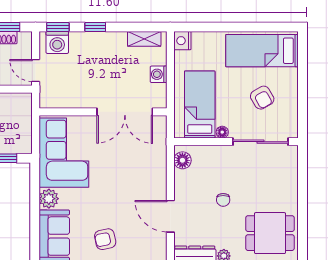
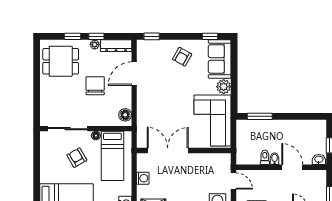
armchair: (262, 98) -> (77, 158), moved
chair: (223, 200) -> (95, 86), width x1.87, depth x1.87
door: (170, 216) -> (134, 74), swing flipped
armchair: (105, 239) -> (182, 57), turned 131

